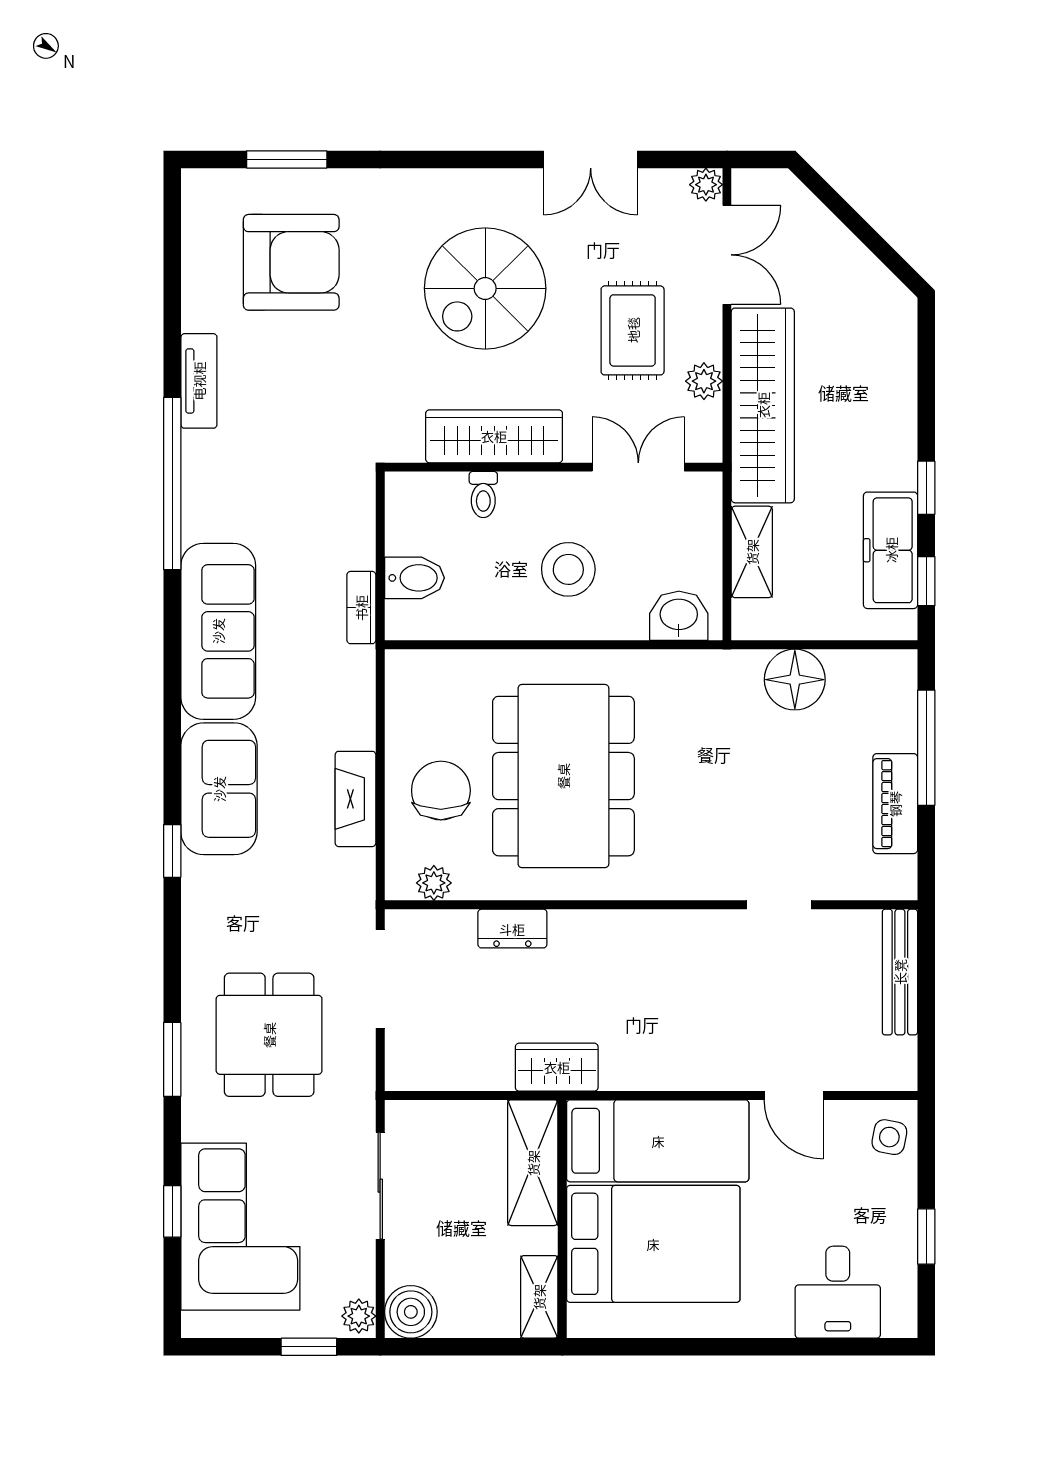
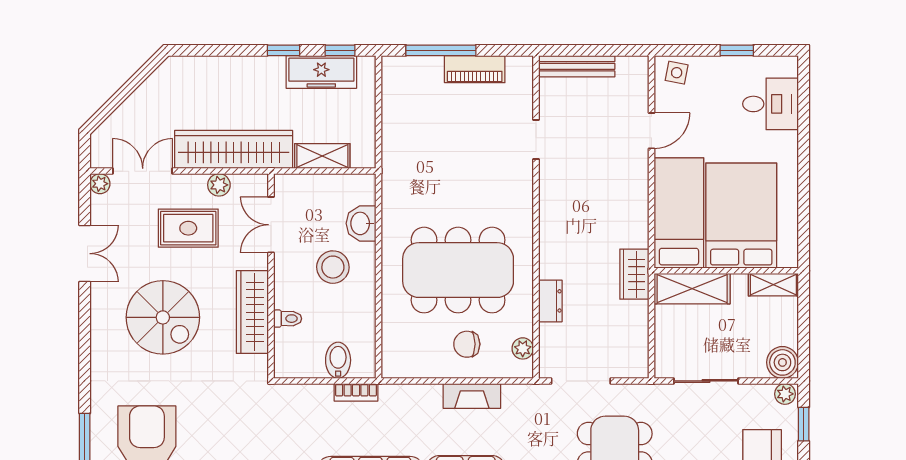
washbasin: (679, 616) -> (361, 223), moved
floor lamp: (795, 680) -> (400, 130), removed
chair: (441, 791) -> (467, 344), width x0.73, depth x0.73

